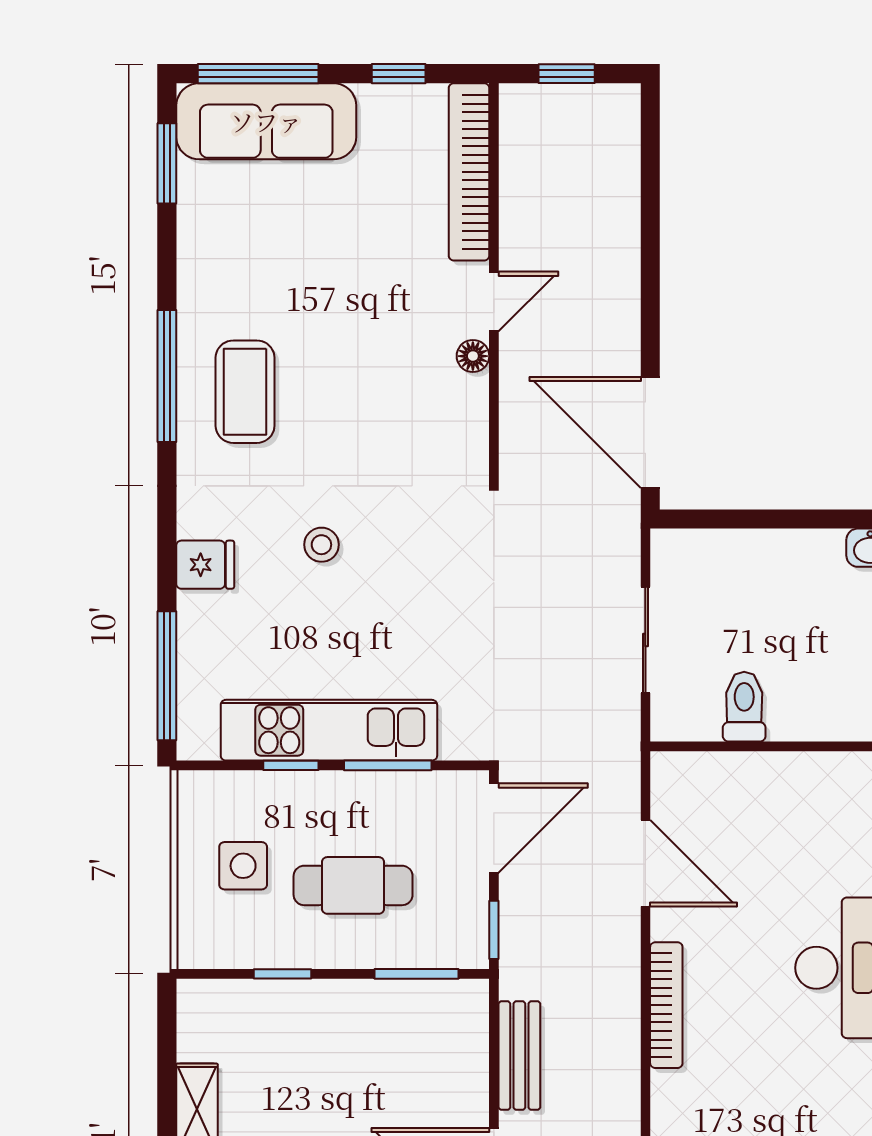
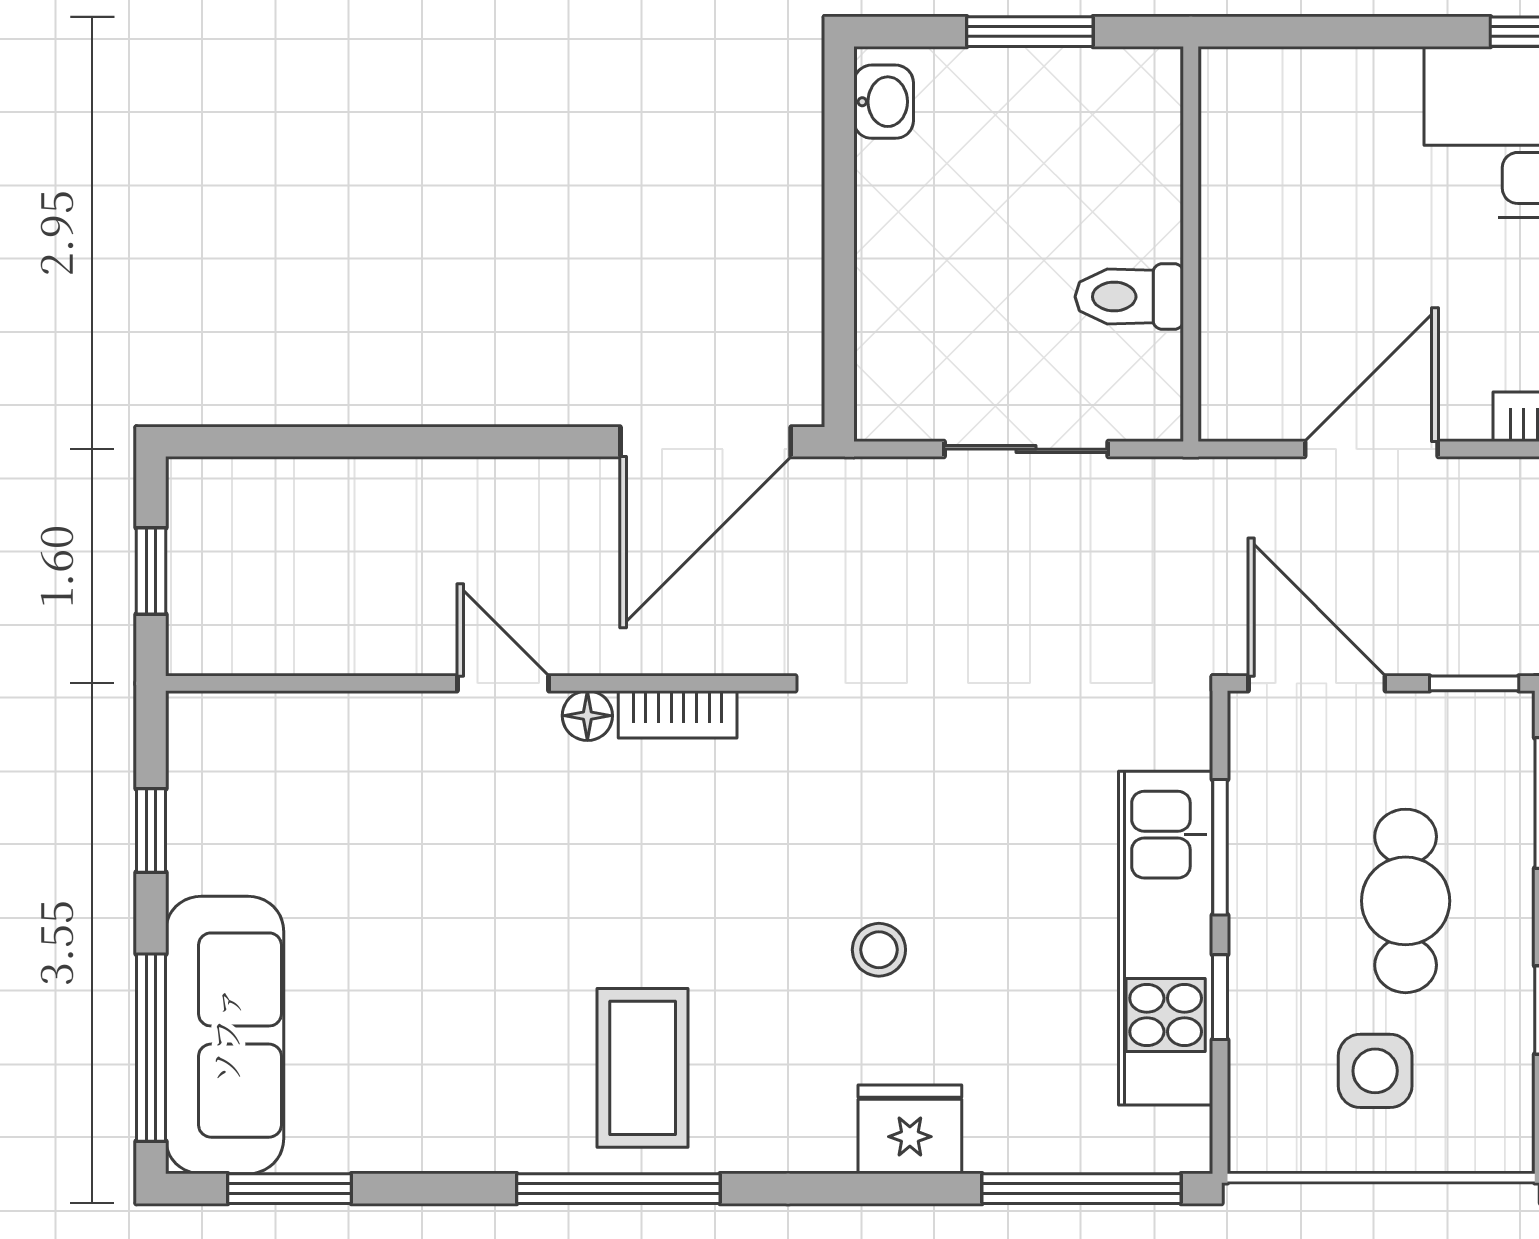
bookcase: (469, 172) -> (678, 714), moved, width x0.43, depth x0.76
coffee table: (245, 392) -> (643, 1068), turned 90
fridge: (205, 565) -> (910, 1129), width x1.38

